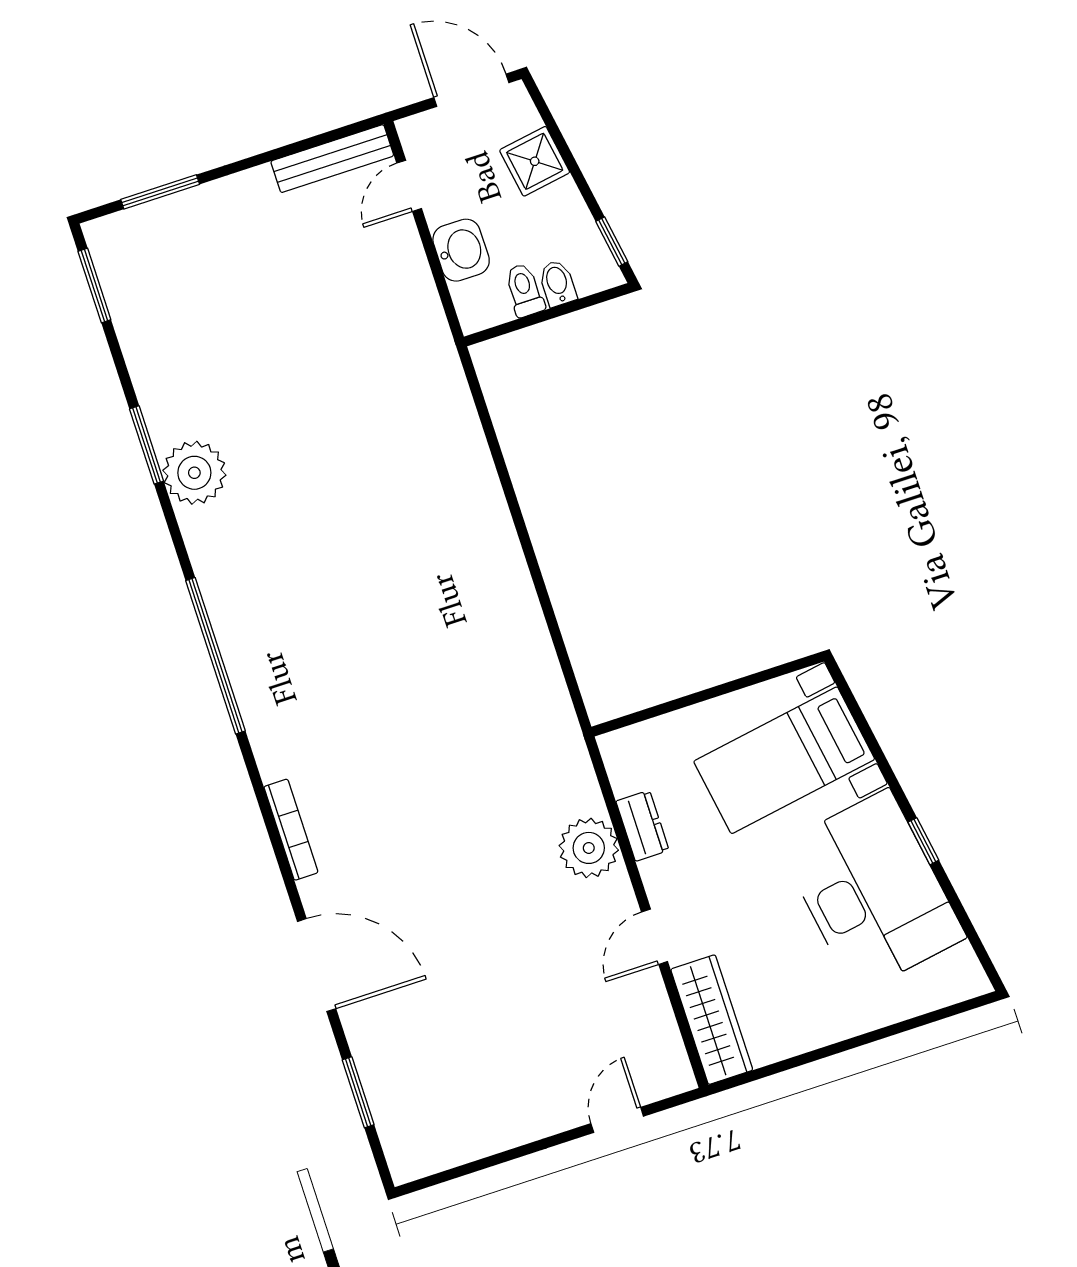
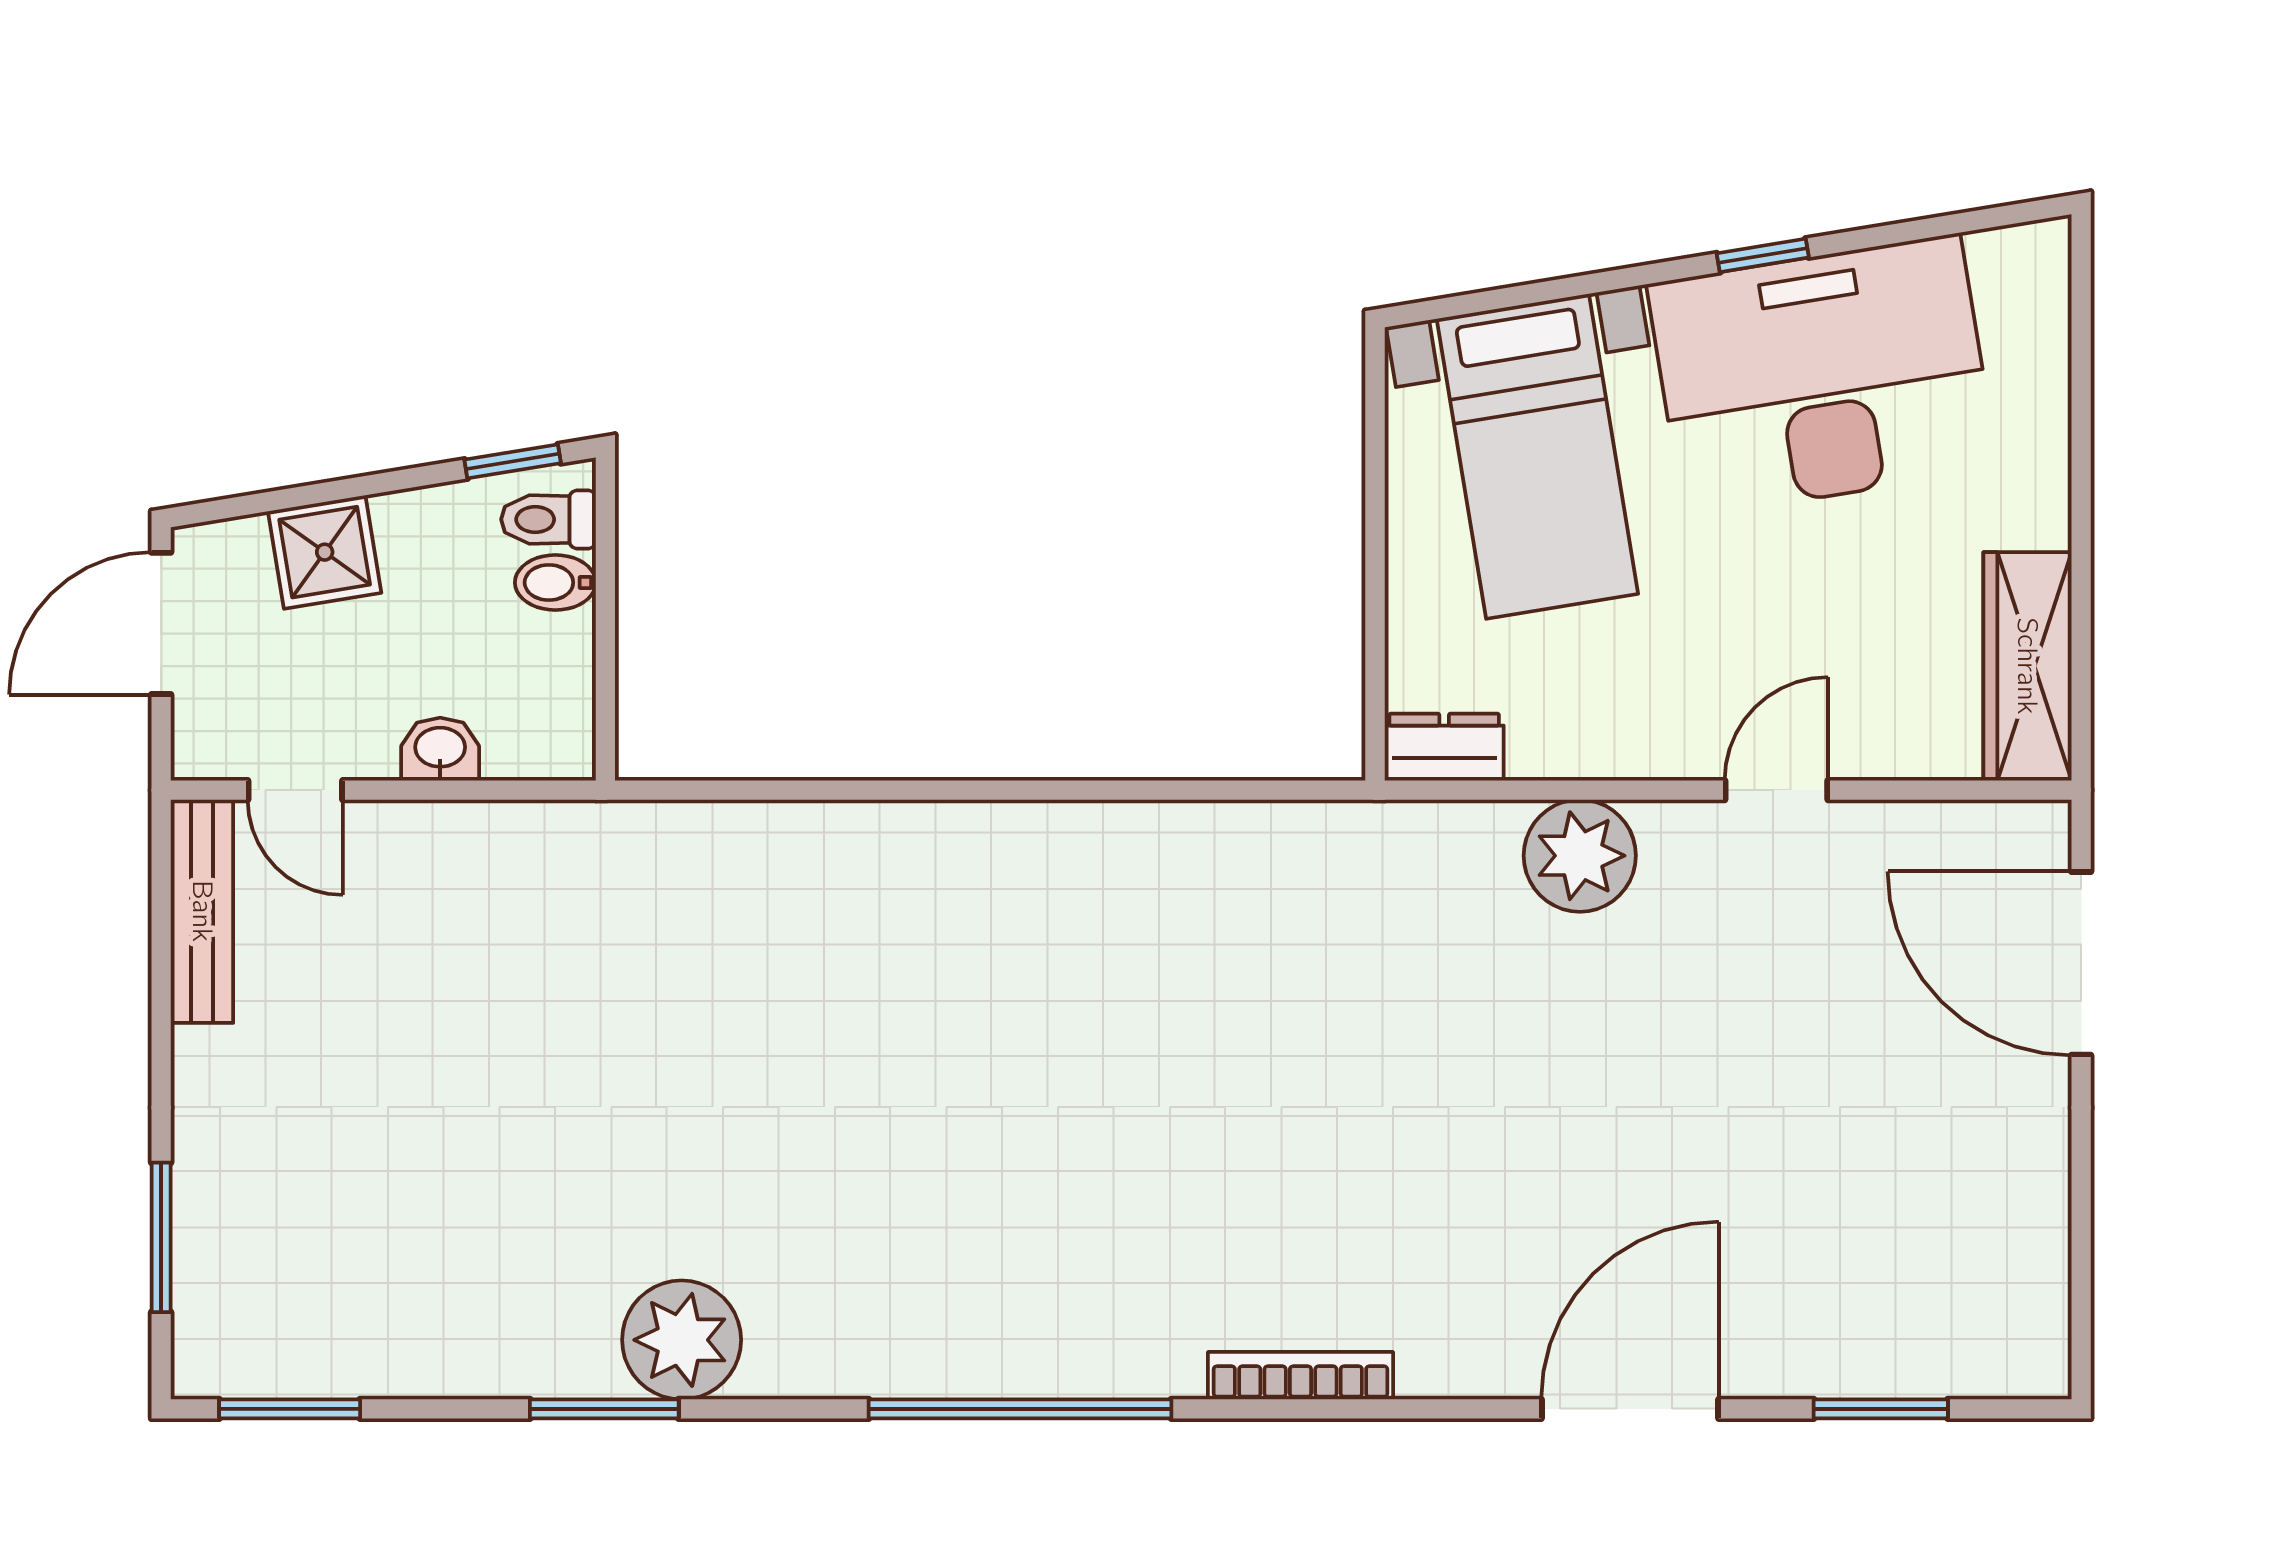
washbasin: (461, 250) -> (440, 749), width x0.72, depth x0.69
toilet: (524, 290) -> (548, 519), moved
dresser: (642, 826) -> (1444, 747), moved
bookcase: (291, 830) -> (1300, 1376), moved
door: (655, 937) -> (1776, 790), swing flipped
wardrobe: (712, 1020) -> (2027, 666), moved, turned -90
door: (617, 1120) -> (2081, 963), width x1.88

